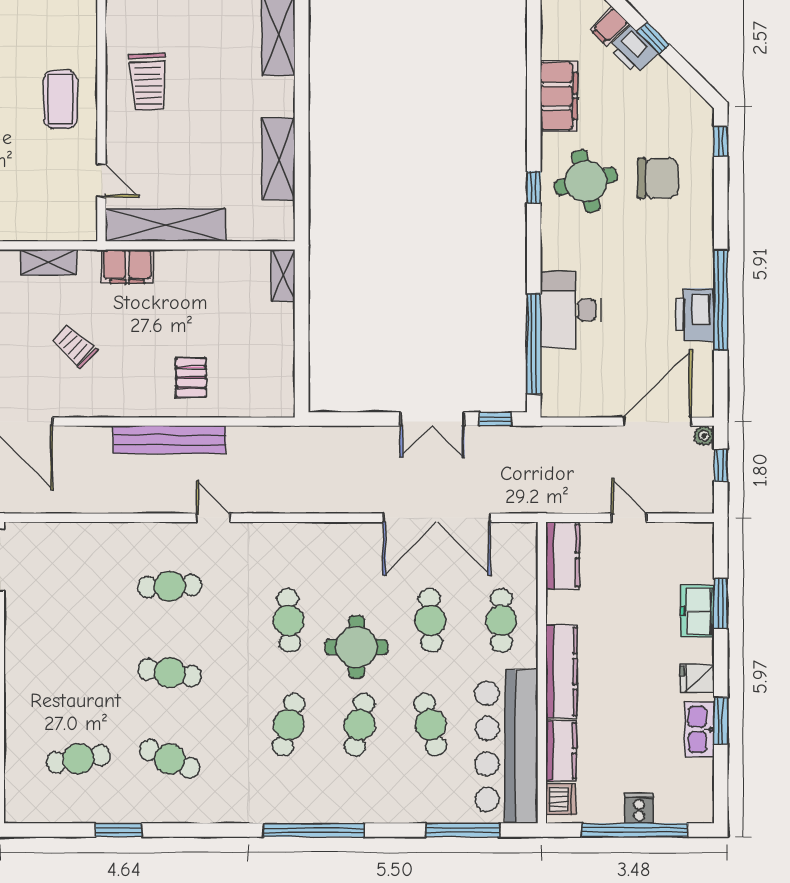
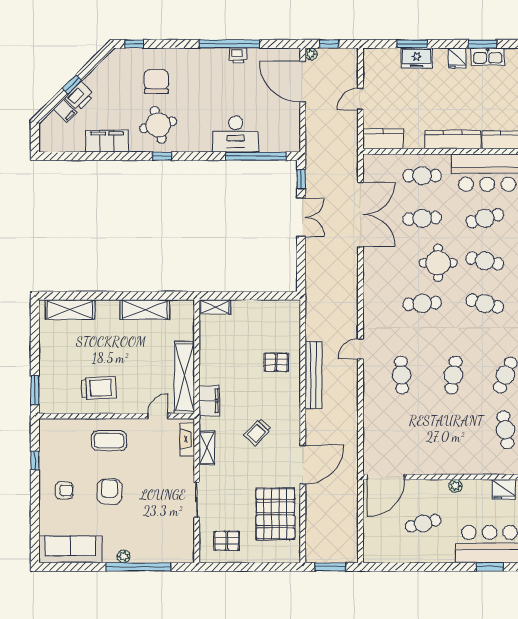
fireplace: (63, 230) -> (187, 439), added
printer: (695, 315) -> (238, 56), width x0.53, depth x0.68

